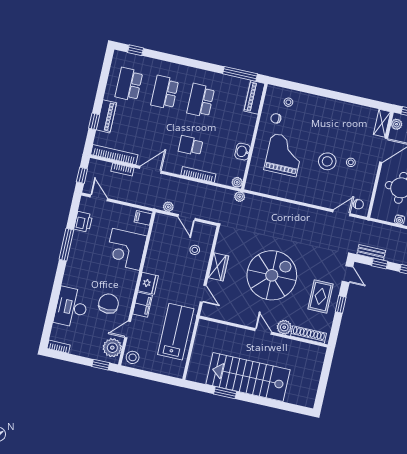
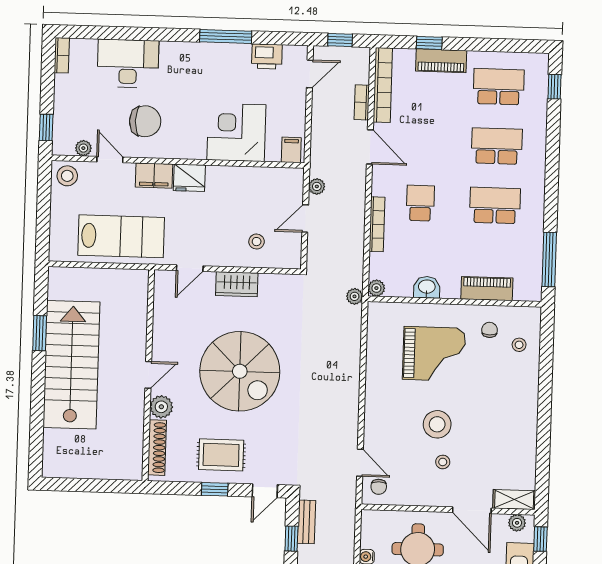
piano: (254, 97) -> (487, 289), moved
plant: (112, 348) -> (83, 148), width x0.53, depth x0.53

